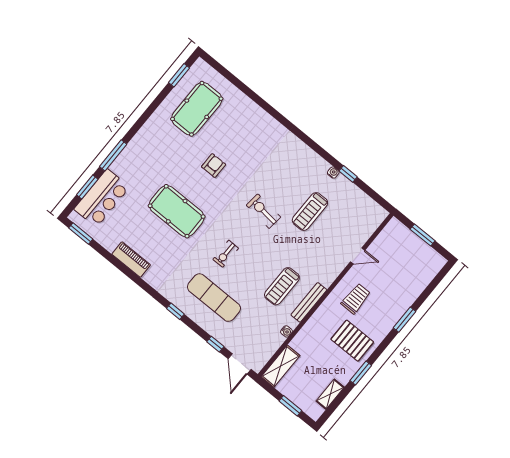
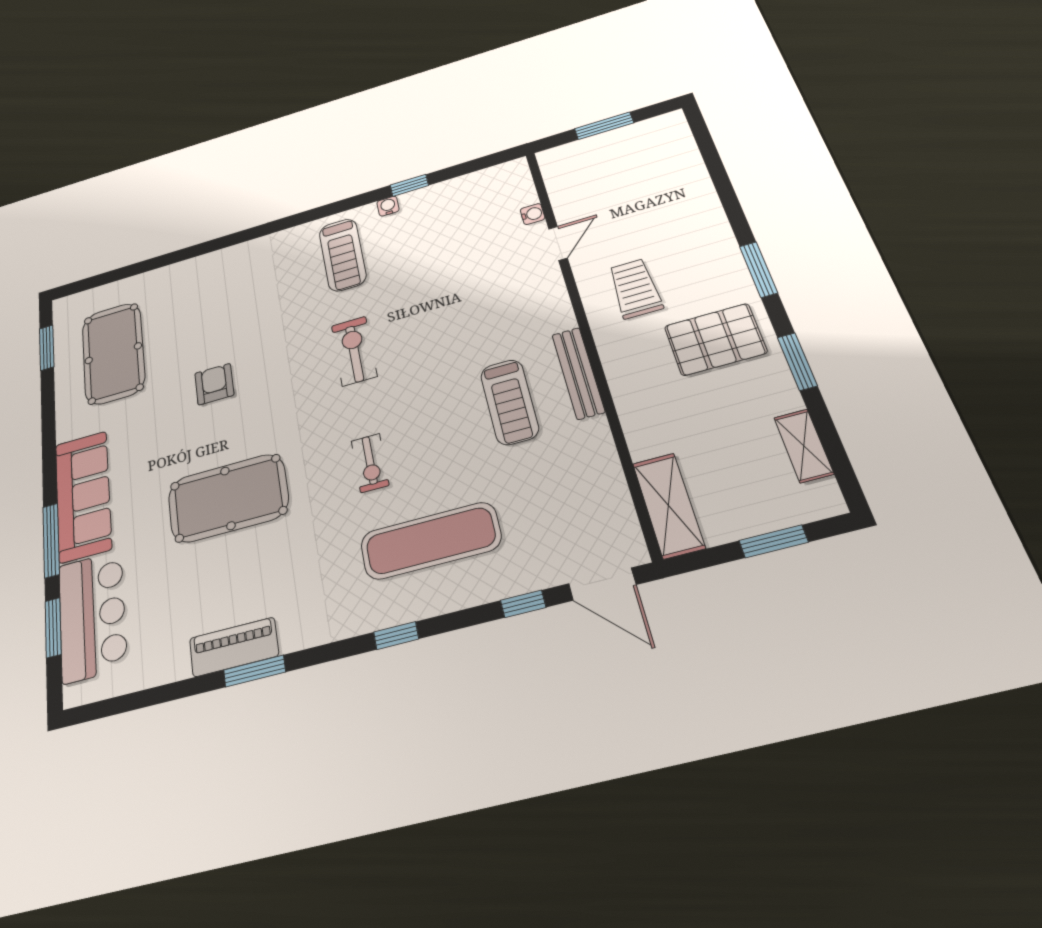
sofa: (137, 152) -> (83, 496), added
exercise bike: (263, 211) -> (354, 351), turned 84
treadmill: (310, 212) -> (343, 255), moved
window: (81, 234) -> (255, 671), moved
window: (404, 320) -> (758, 270), moved
water cooler: (286, 331) -> (533, 214), moved

